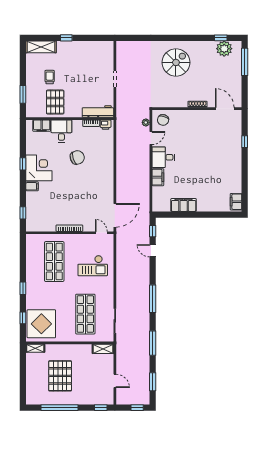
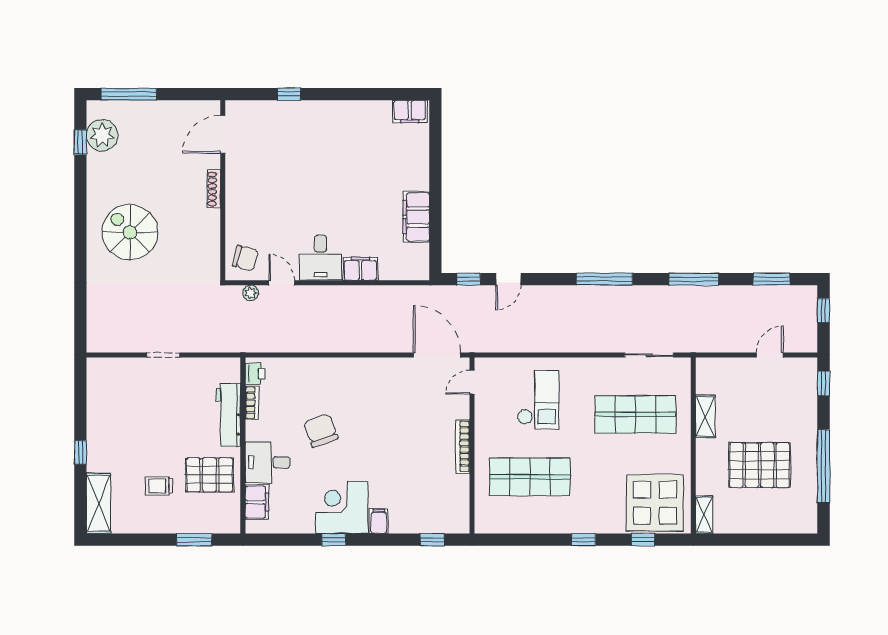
workbench: (98, 112) -> (229, 415), moved
shelving: (103, 349) -> (705, 416), moved

